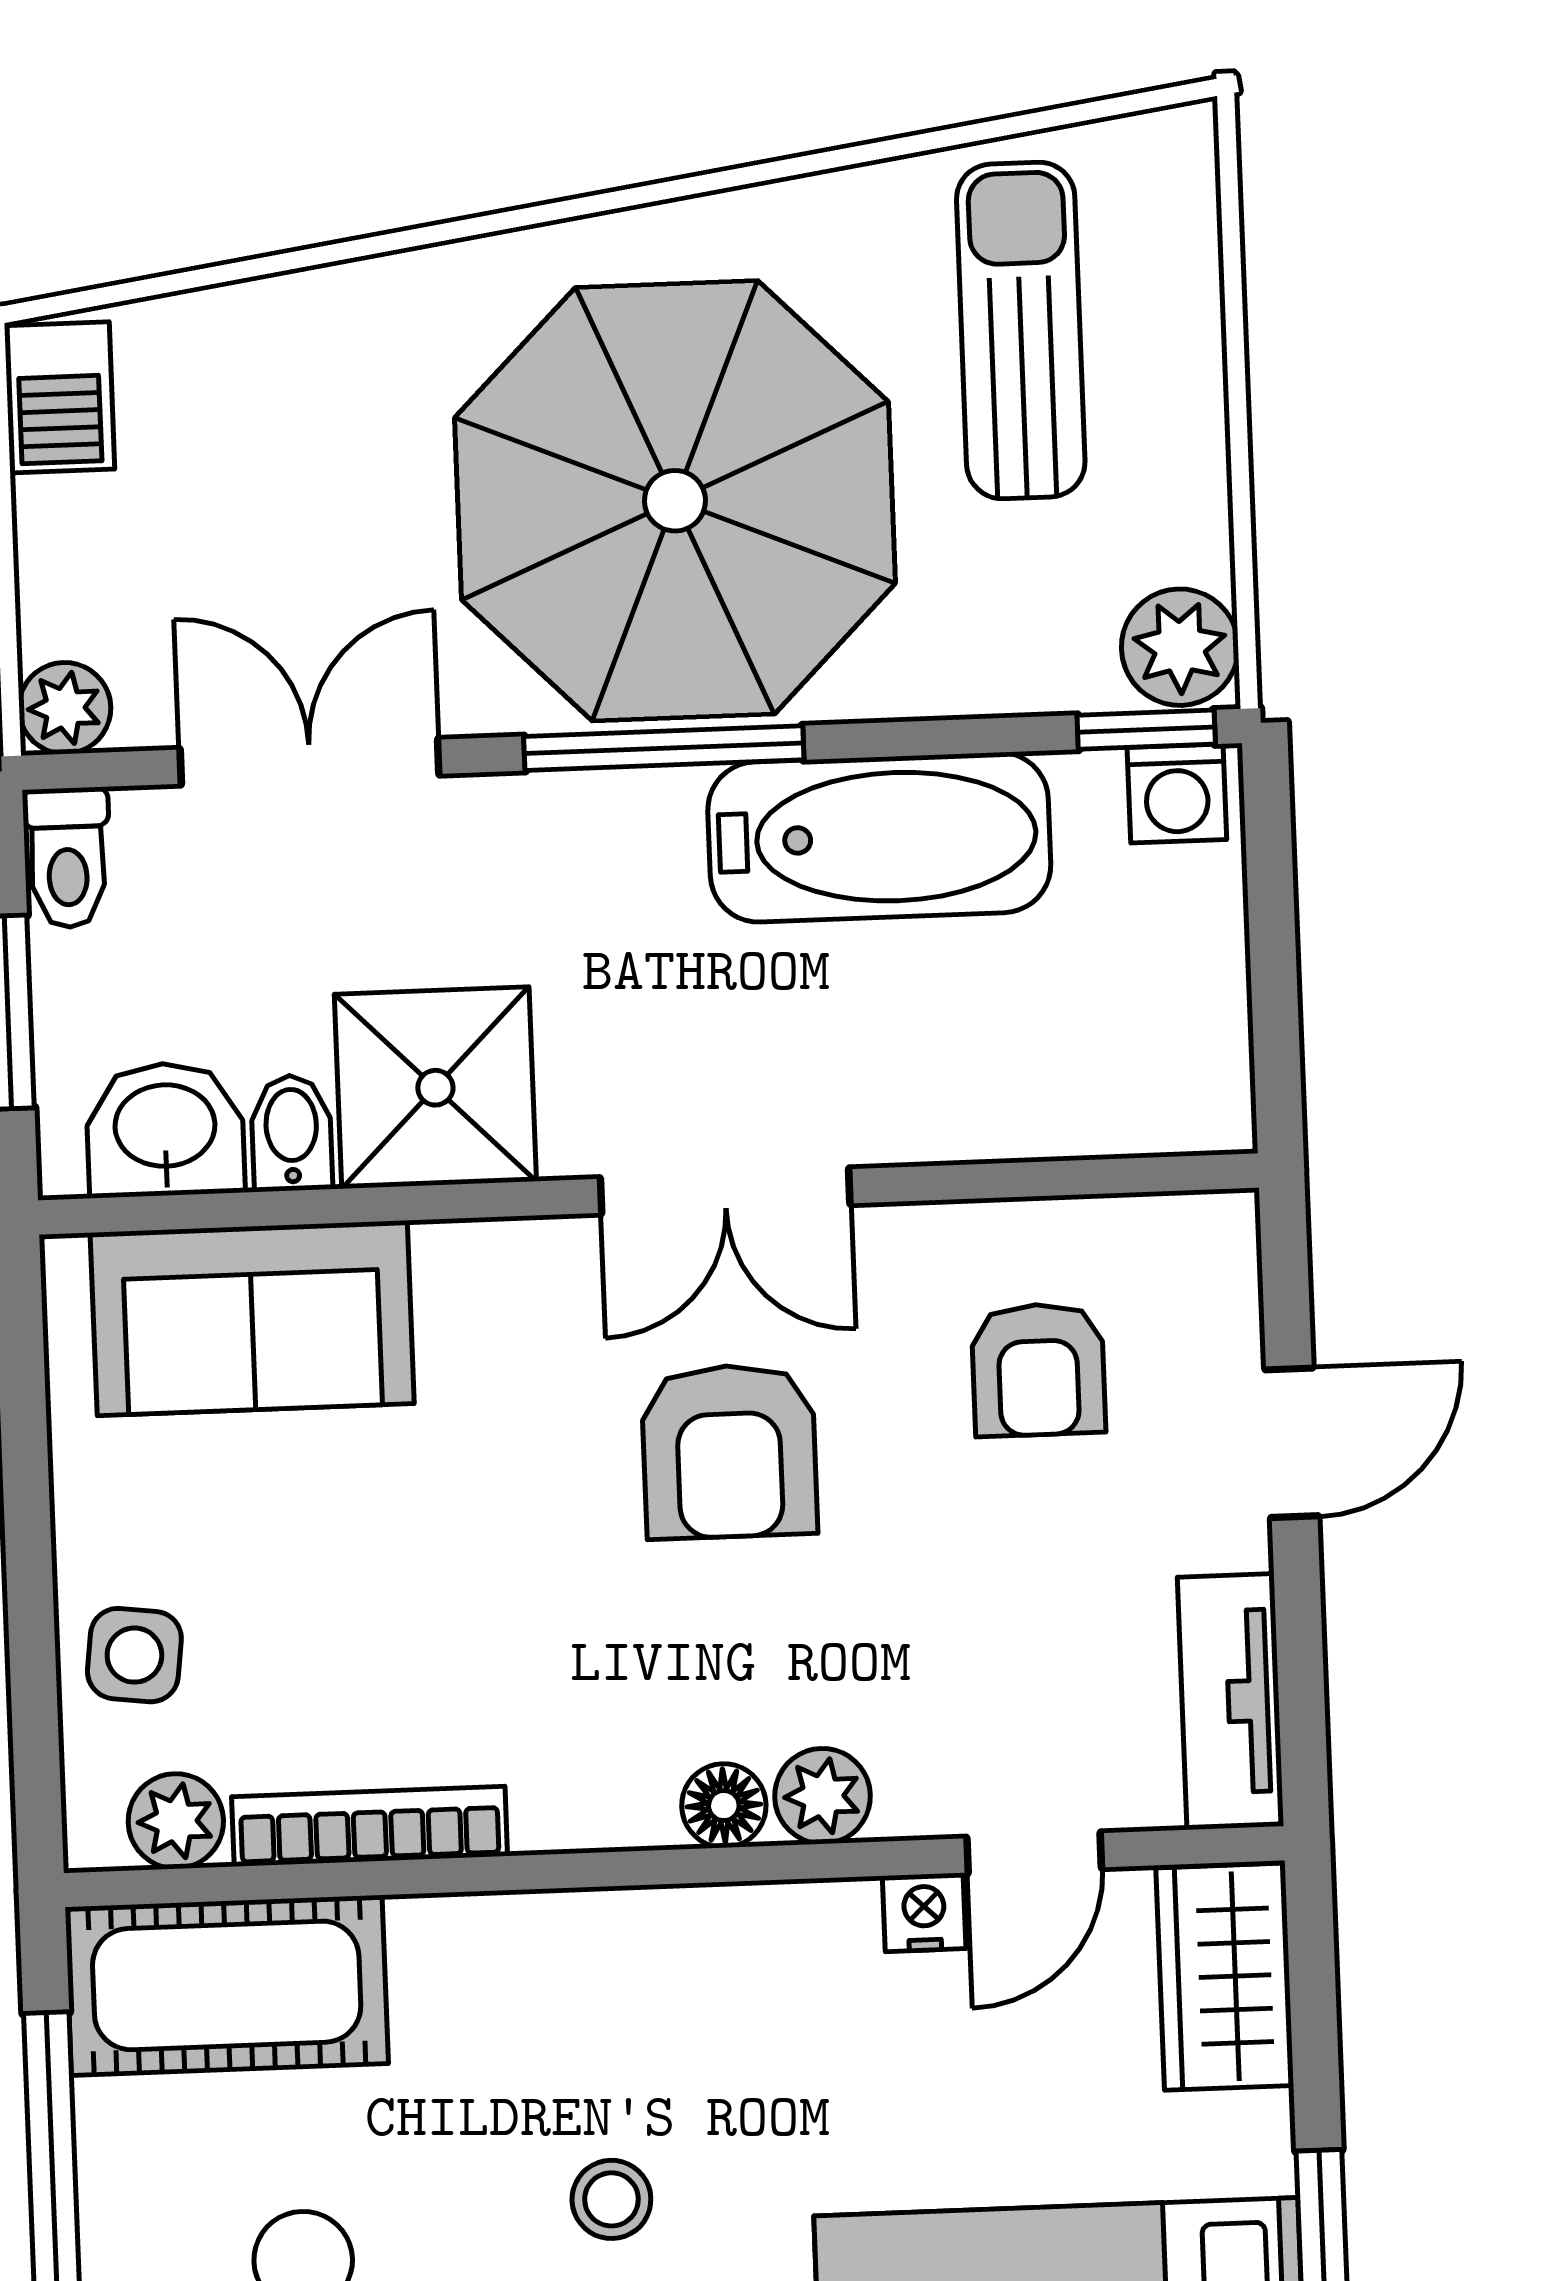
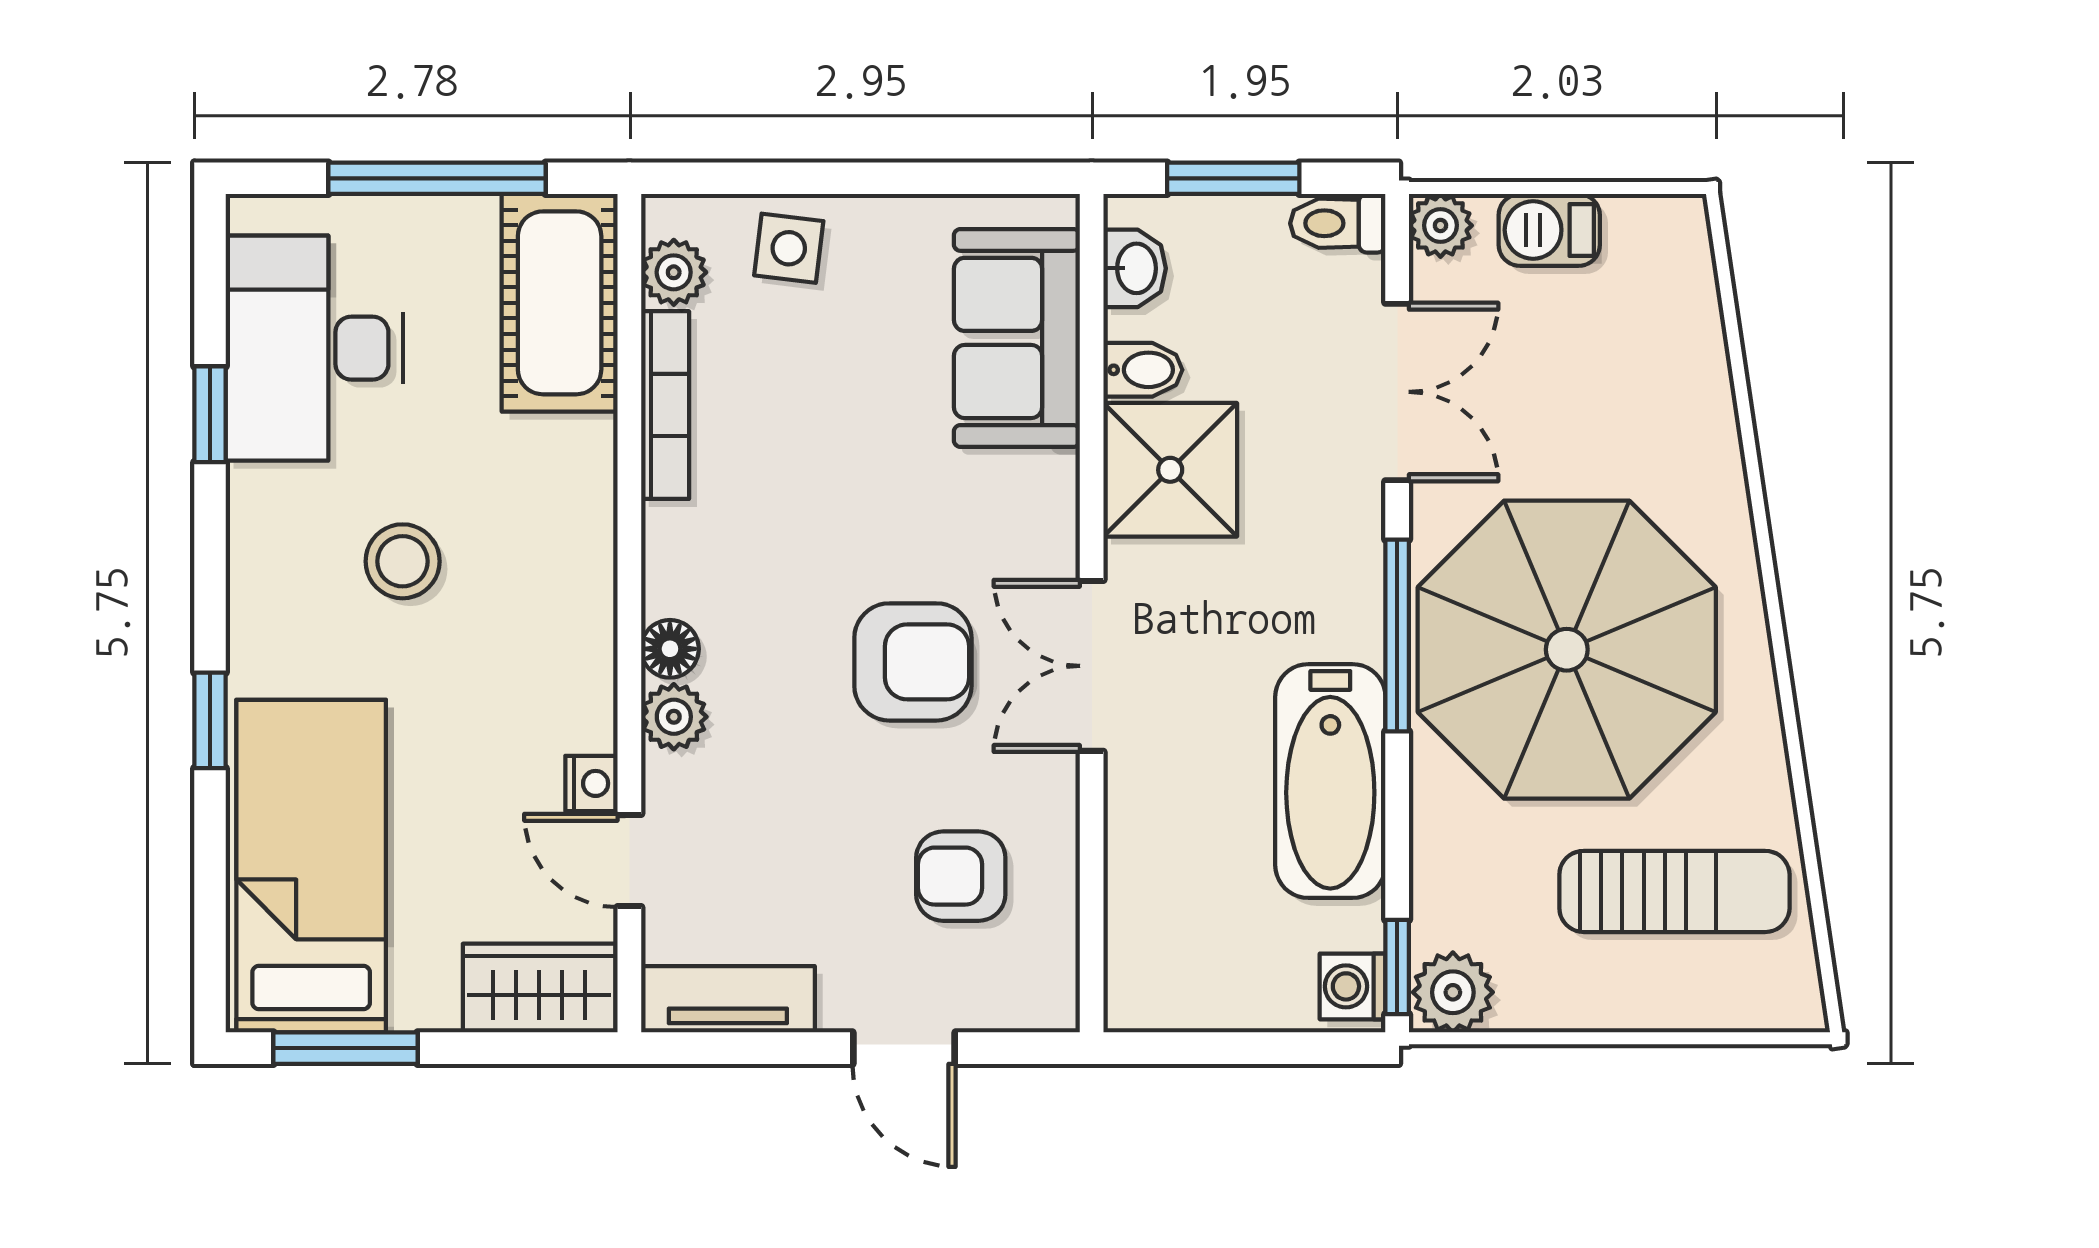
barbecue: (59, 397) -> (1549, 230), moved
washbasin: (165, 1129) -> (1135, 268), width x0.72, depth x0.69
armchair: (729, 1451) -> (913, 662), turned 180
stool: (611, 2199) -> (403, 561), width x1.37, depth x1.37

